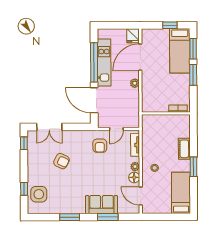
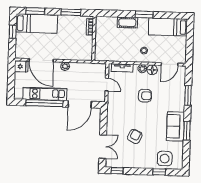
window: (193, 75) -> (71, 12), moved
armchair: (100, 146) -> (145, 96), moved
sofa: (101, 205) -> (175, 126), moved

